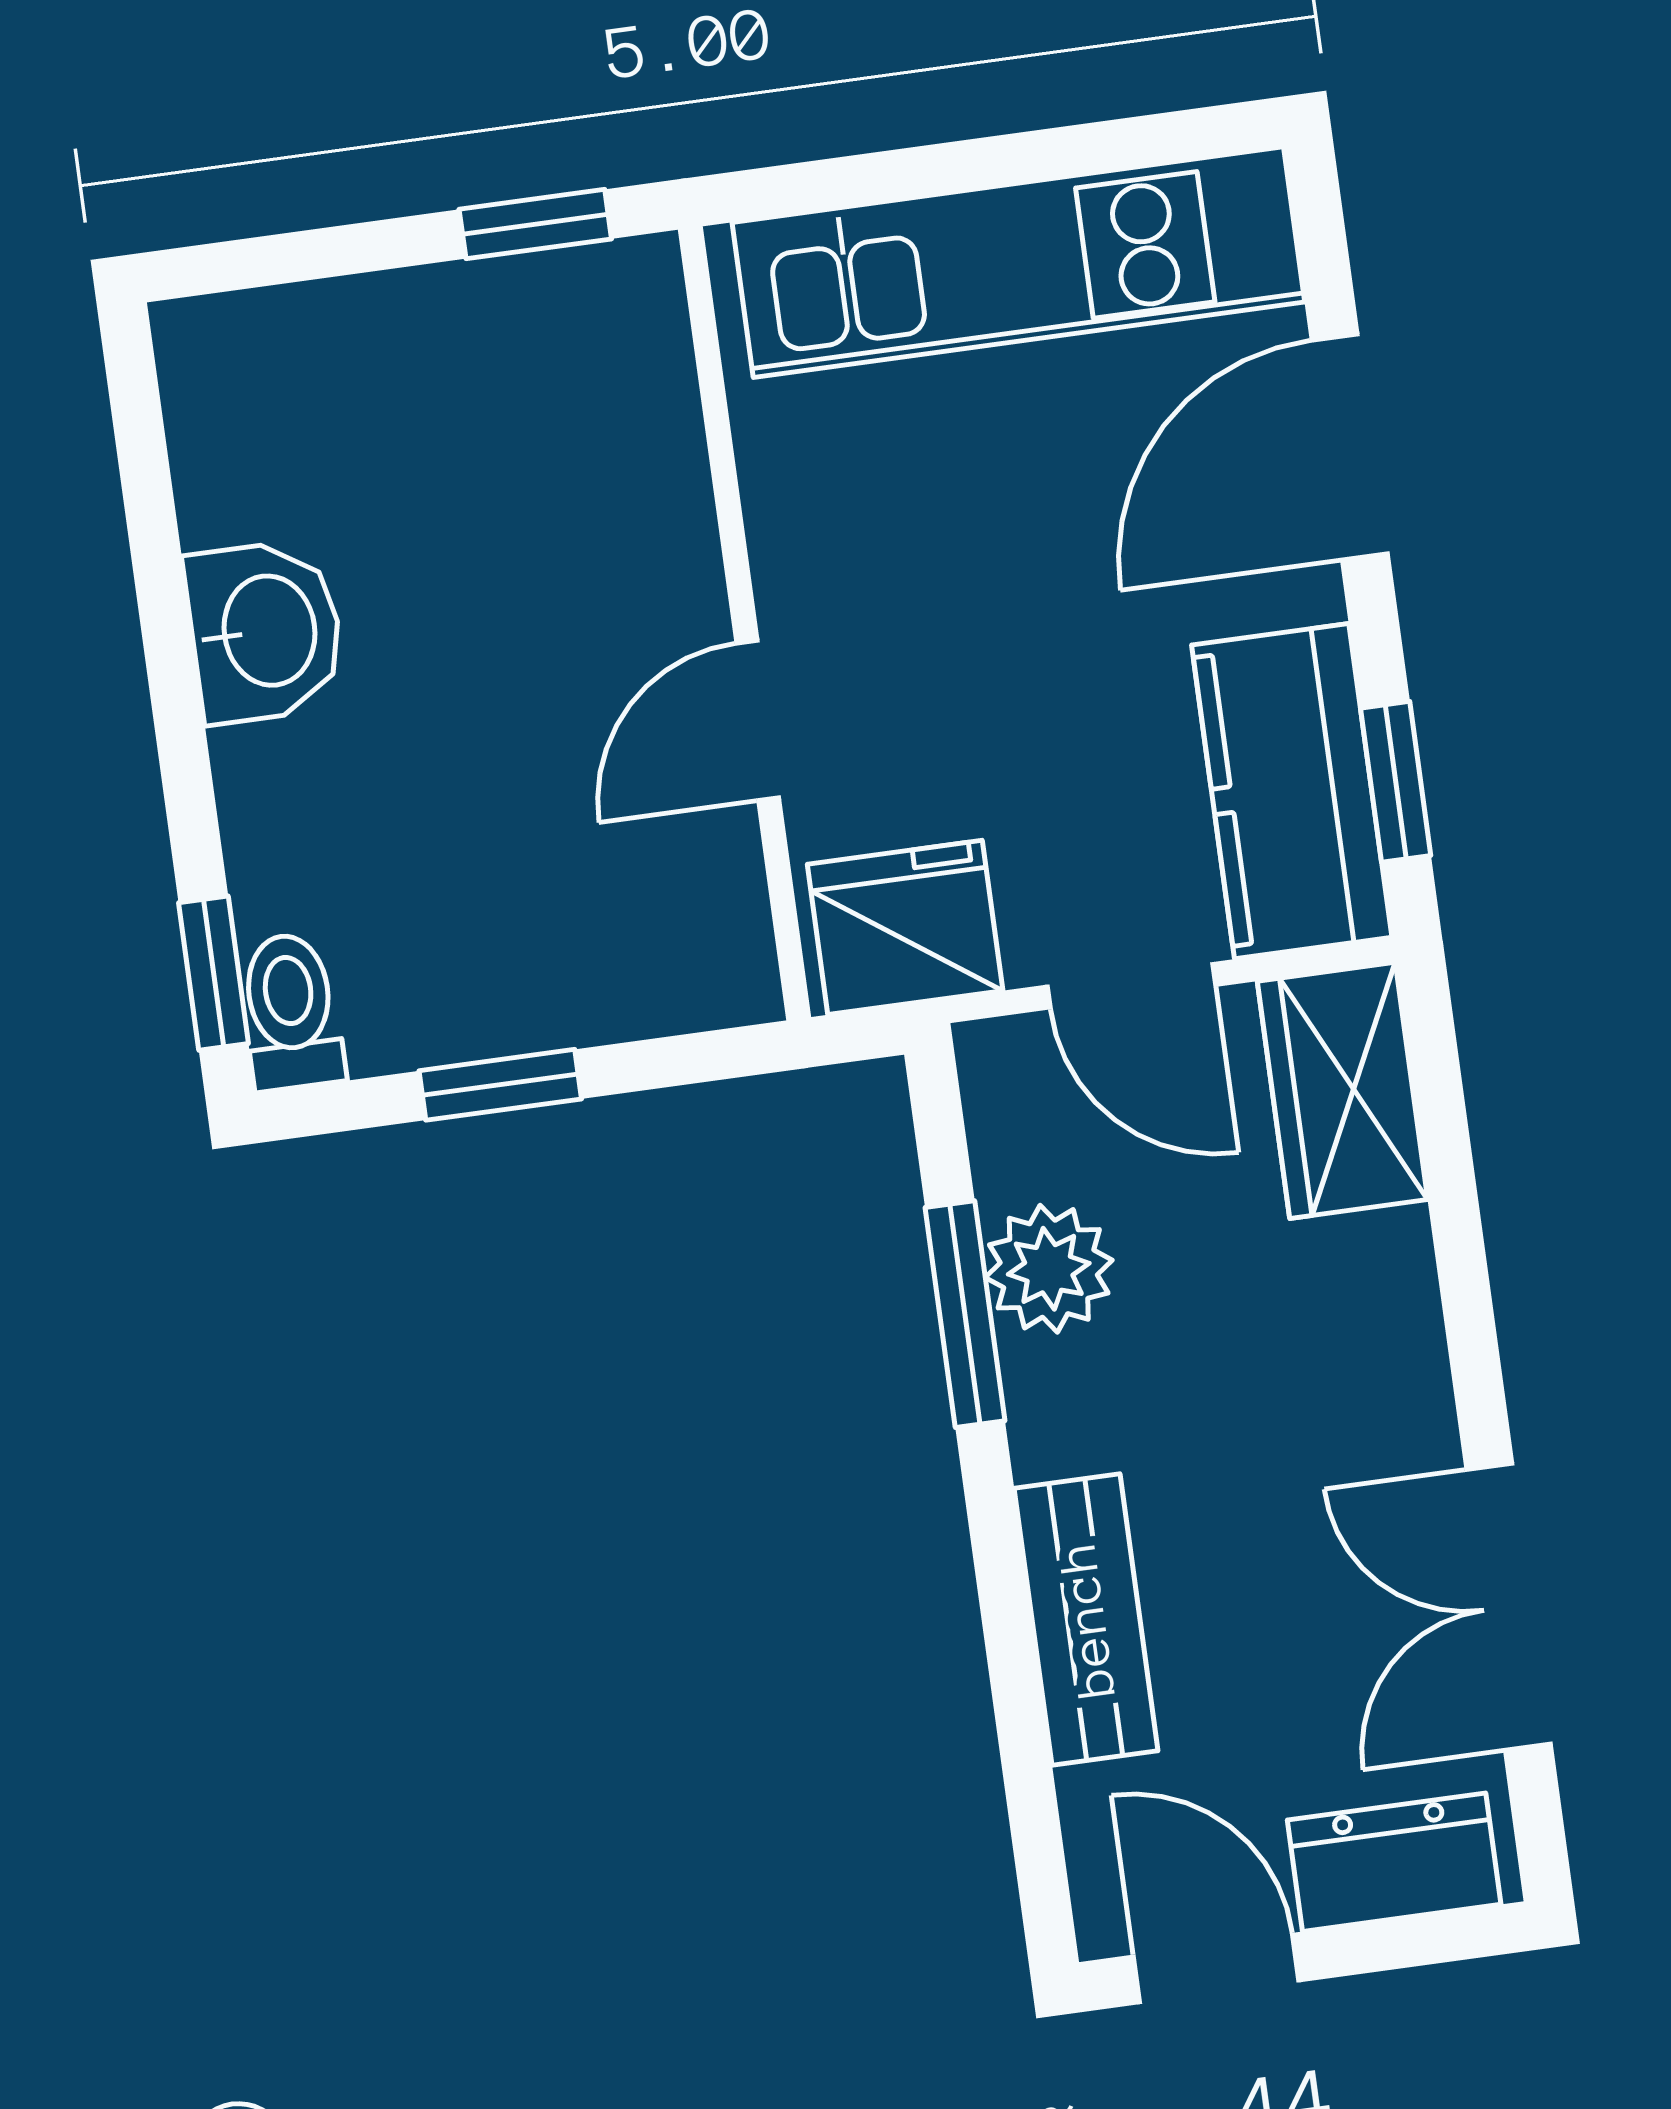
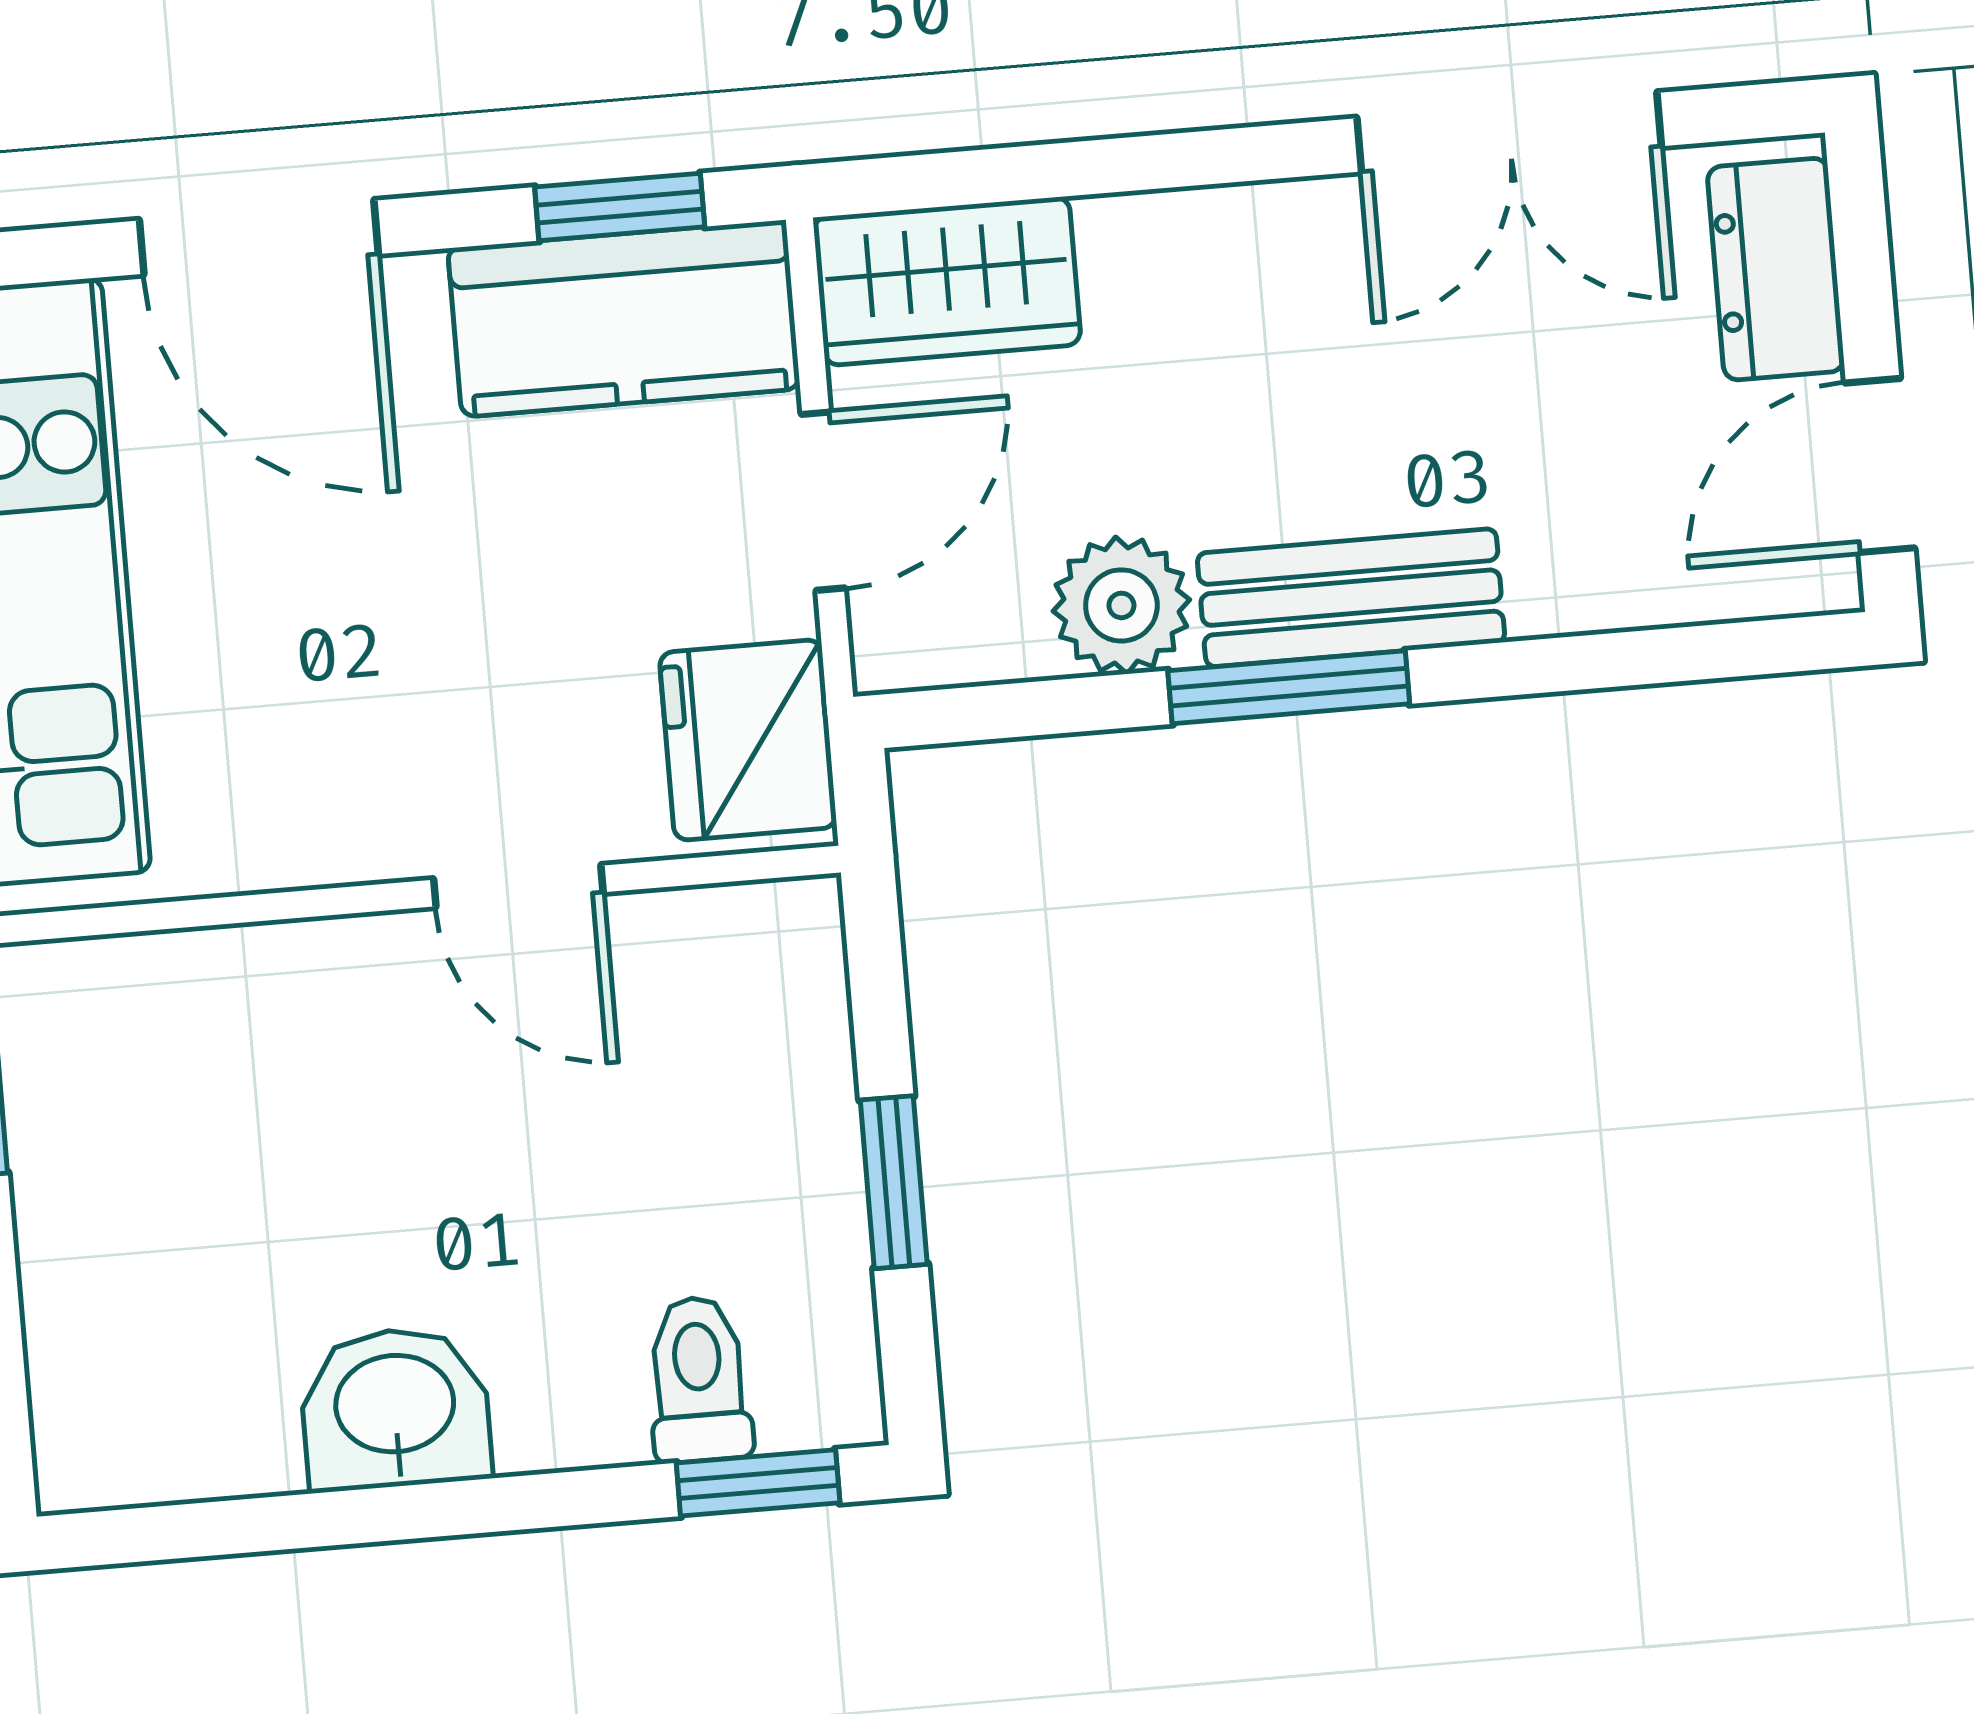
toilet: (291, 1012) -> (699, 1379), moved, turned 90
window: (965, 1314) -> (1289, 687), moved
bench: (1086, 1619) -> (1351, 598), moved

